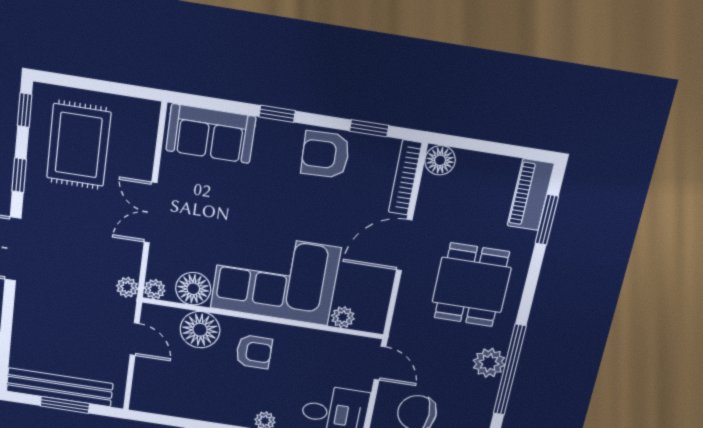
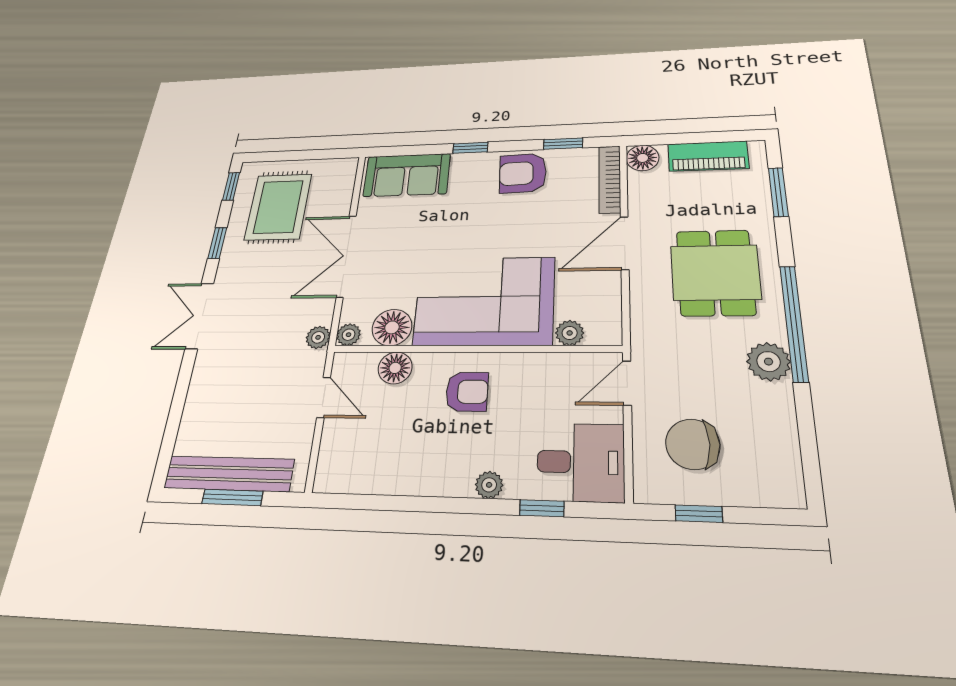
piano: (531, 195) -> (708, 156), moved, turned -90
double door: (151, 213) -> (346, 256), width x1.37
floor lamp: (200, 330) -> (395, 368), width x0.73, depth x0.73
door: (380, 363) -> (627, 383), swing flipped
window: (510, 370) -> (794, 323), moved

